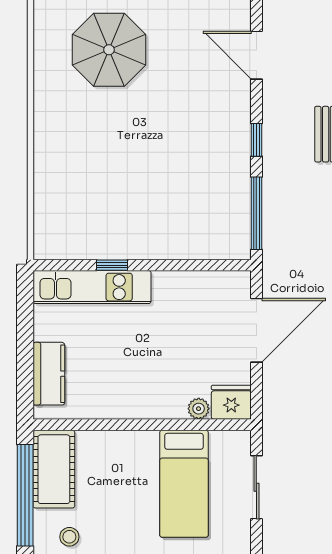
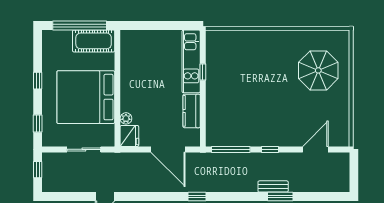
kitchen counter: (49, 374) -> (192, 111), moved, turned 90
bed: (184, 484) -> (86, 97), width x2.04
stool: (69, 537) -> (57, 49), removed

